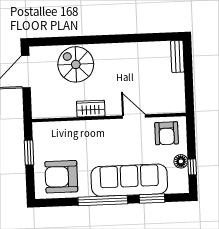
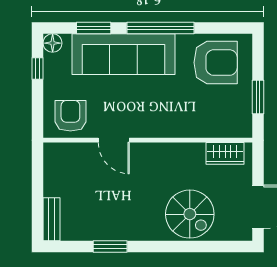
window: (133, 38) -> (110, 247), added
wardrobe: (91, 109) -> (225, 153), moved
floor lamp: (181, 161) -> (53, 43), moved

